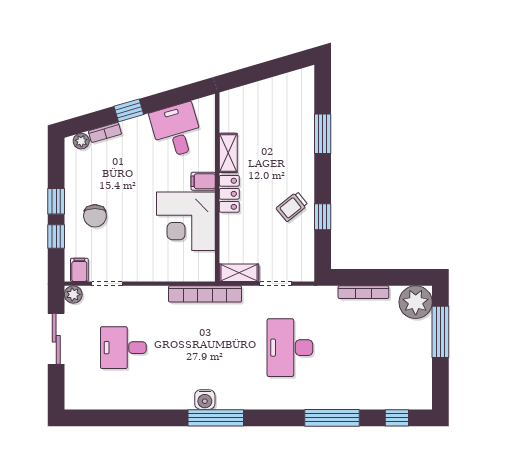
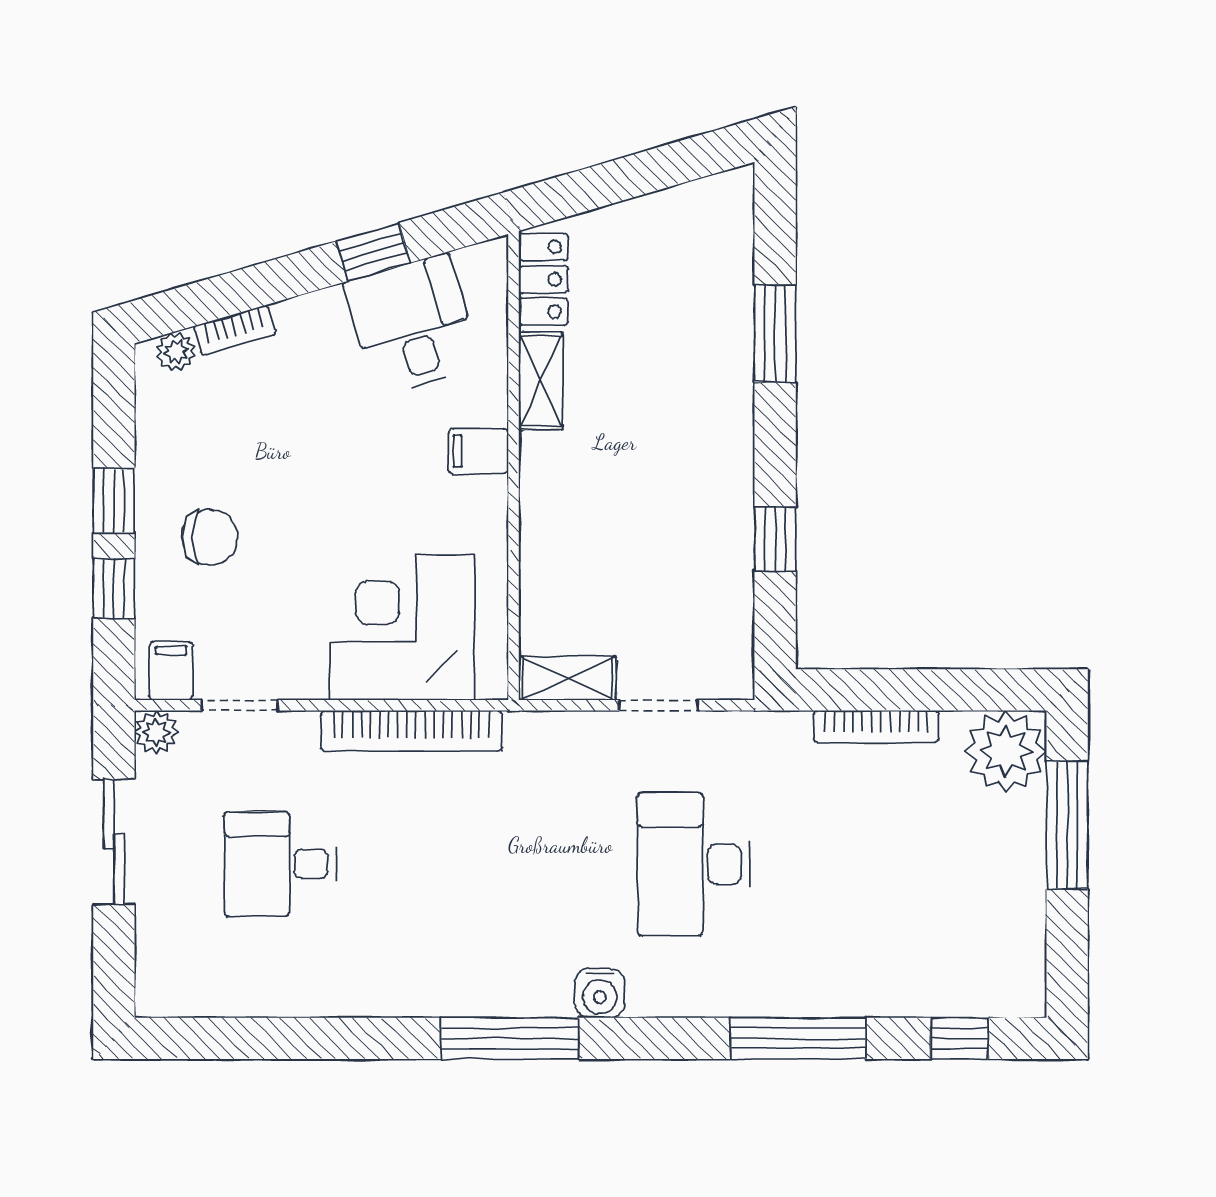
window: (129, 110) -> (373, 252), moved
locker: (229, 194) -> (543, 279), moved
trolley: (292, 207) -> (699, 514), removed
chair: (95, 216) -> (210, 537), turned -90
corner desk: (186, 221) -> (402, 627), moved, turned 90
bookcase: (205, 294) -> (411, 731), moved
water cooler: (205, 400) -> (600, 993), moved

